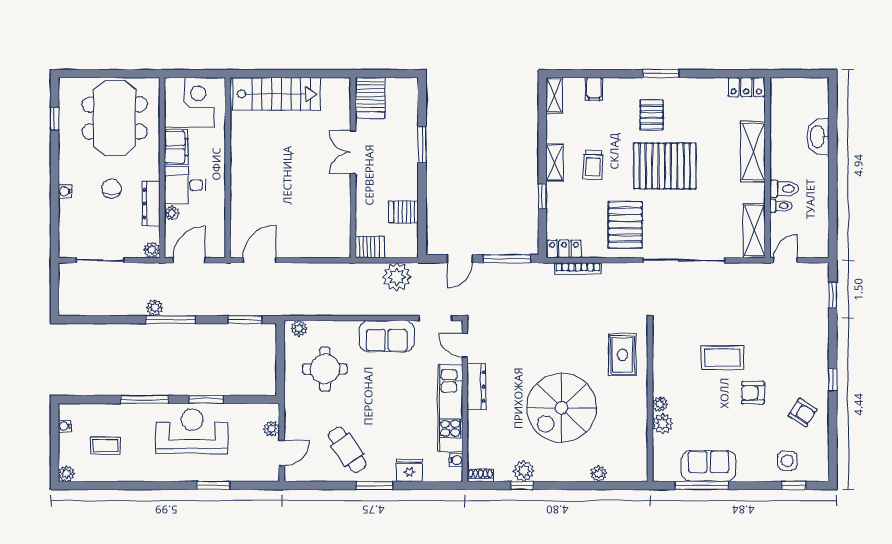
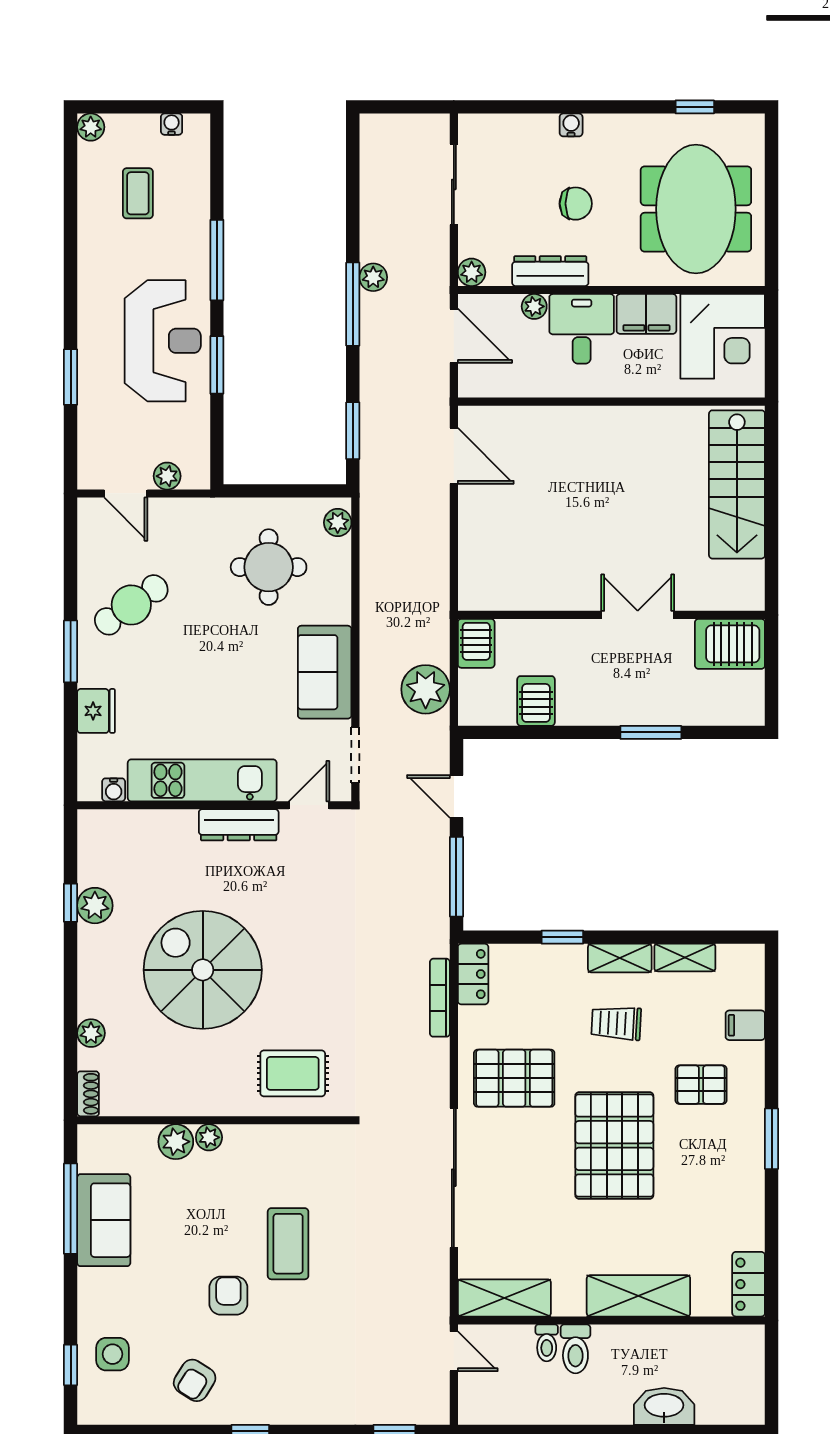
shelving: (554, 95) -> (685, 957), moved
pallet: (652, 115) -> (701, 1085), moved
meeting table: (115, 118) -> (696, 209), turned 90
shoe rack: (480, 475) -> (88, 1094), moved

